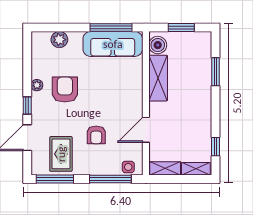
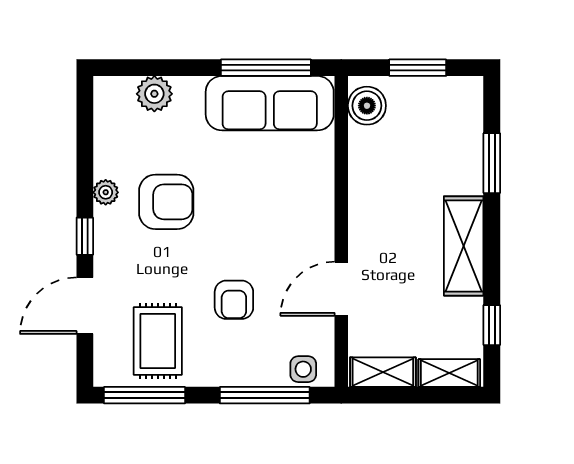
shelving: (158, 78) -> (464, 246), moved
armchair: (65, 90) -> (166, 202), turned 90

